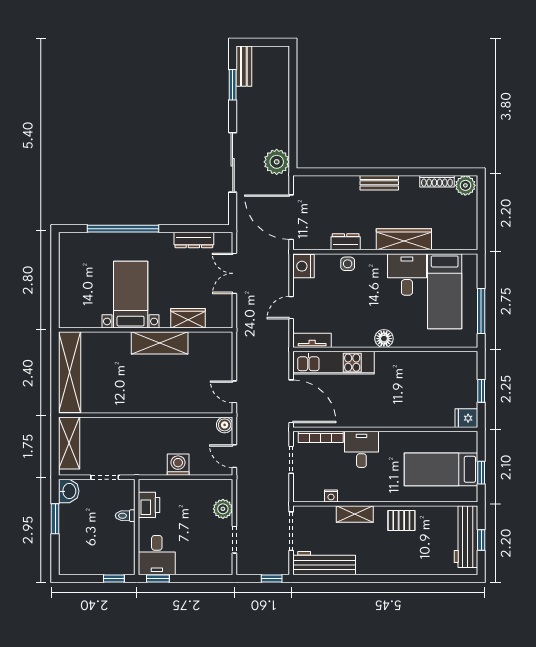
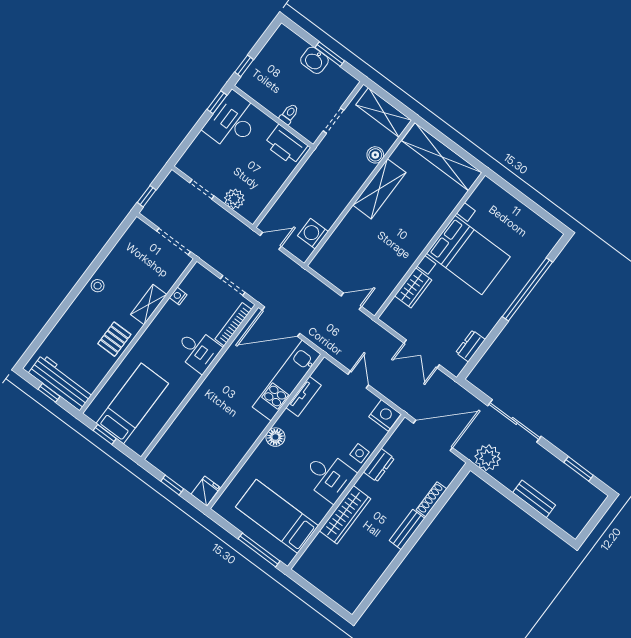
bench: (244, 66) -> (534, 499), moved
shoe rack: (437, 181) -> (431, 499), moved
plant: (465, 185) -> (352, 599), removed
dresser: (194, 240) -> (470, 346), width x0.70
double door: (234, 273) -> (422, 354), swing flipped
desk: (407, 274) -> (329, 476), moved
bed with nightstands: (131, 295) -> (468, 255), width x1.36
window: (481, 311) -> (259, 550), moved
tv unit: (312, 340) -> (304, 396), moved
shelving: (160, 343) -> (379, 189), moved
door: (234, 392) -> (351, 301), moved
fridge: (466, 418) -> (206, 491), moved
boiler: (225, 425) -> (375, 155), moved
washing machine: (178, 465) -> (313, 234), moved, turned 180
washbasin: (69, 491) -> (314, 60), moved
printer: (149, 505) -> (286, 145), width x1.37, depth x1.19
desk: (157, 555) -> (233, 121), width x1.37
workbench: (324, 563) -> (127, 249), removed
stool: (370, 565) -> (98, 286), added

